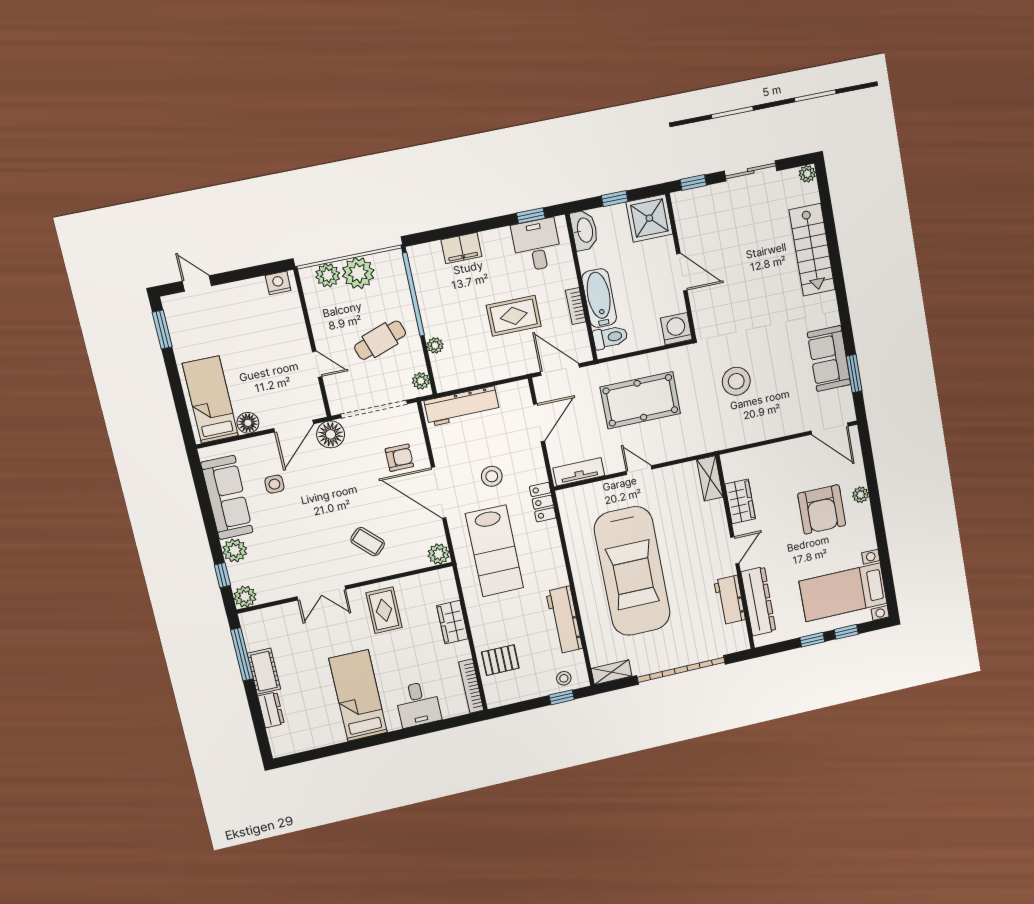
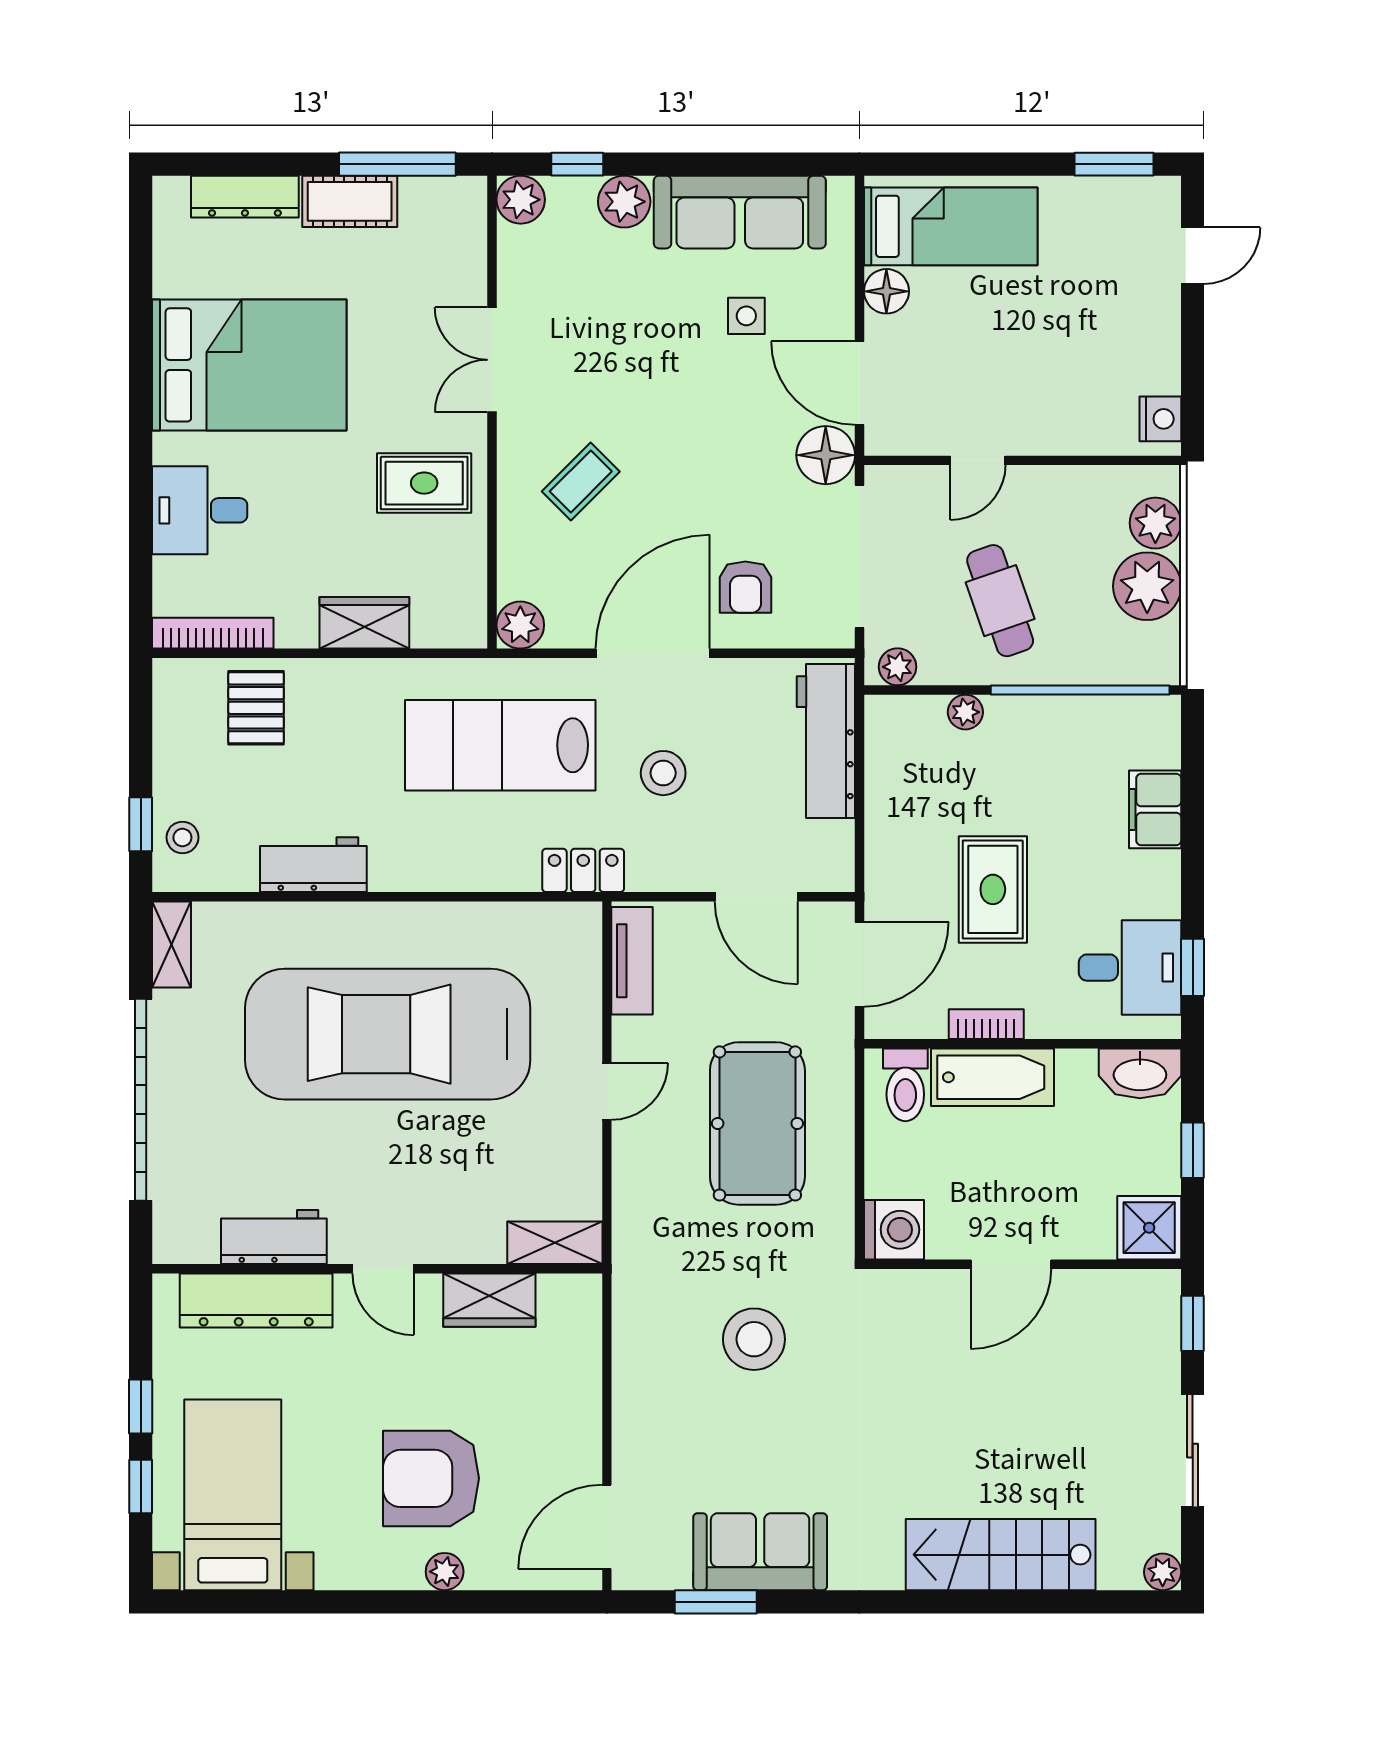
shower: (649, 218) -> (1149, 1228), width x0.73, depth x0.73
workbench: (564, 620) -> (313, 865), width x0.73
bed: (358, 696) -> (249, 365), width x1.50
dresser: (271, 710) -> (245, 197), width x1.44

